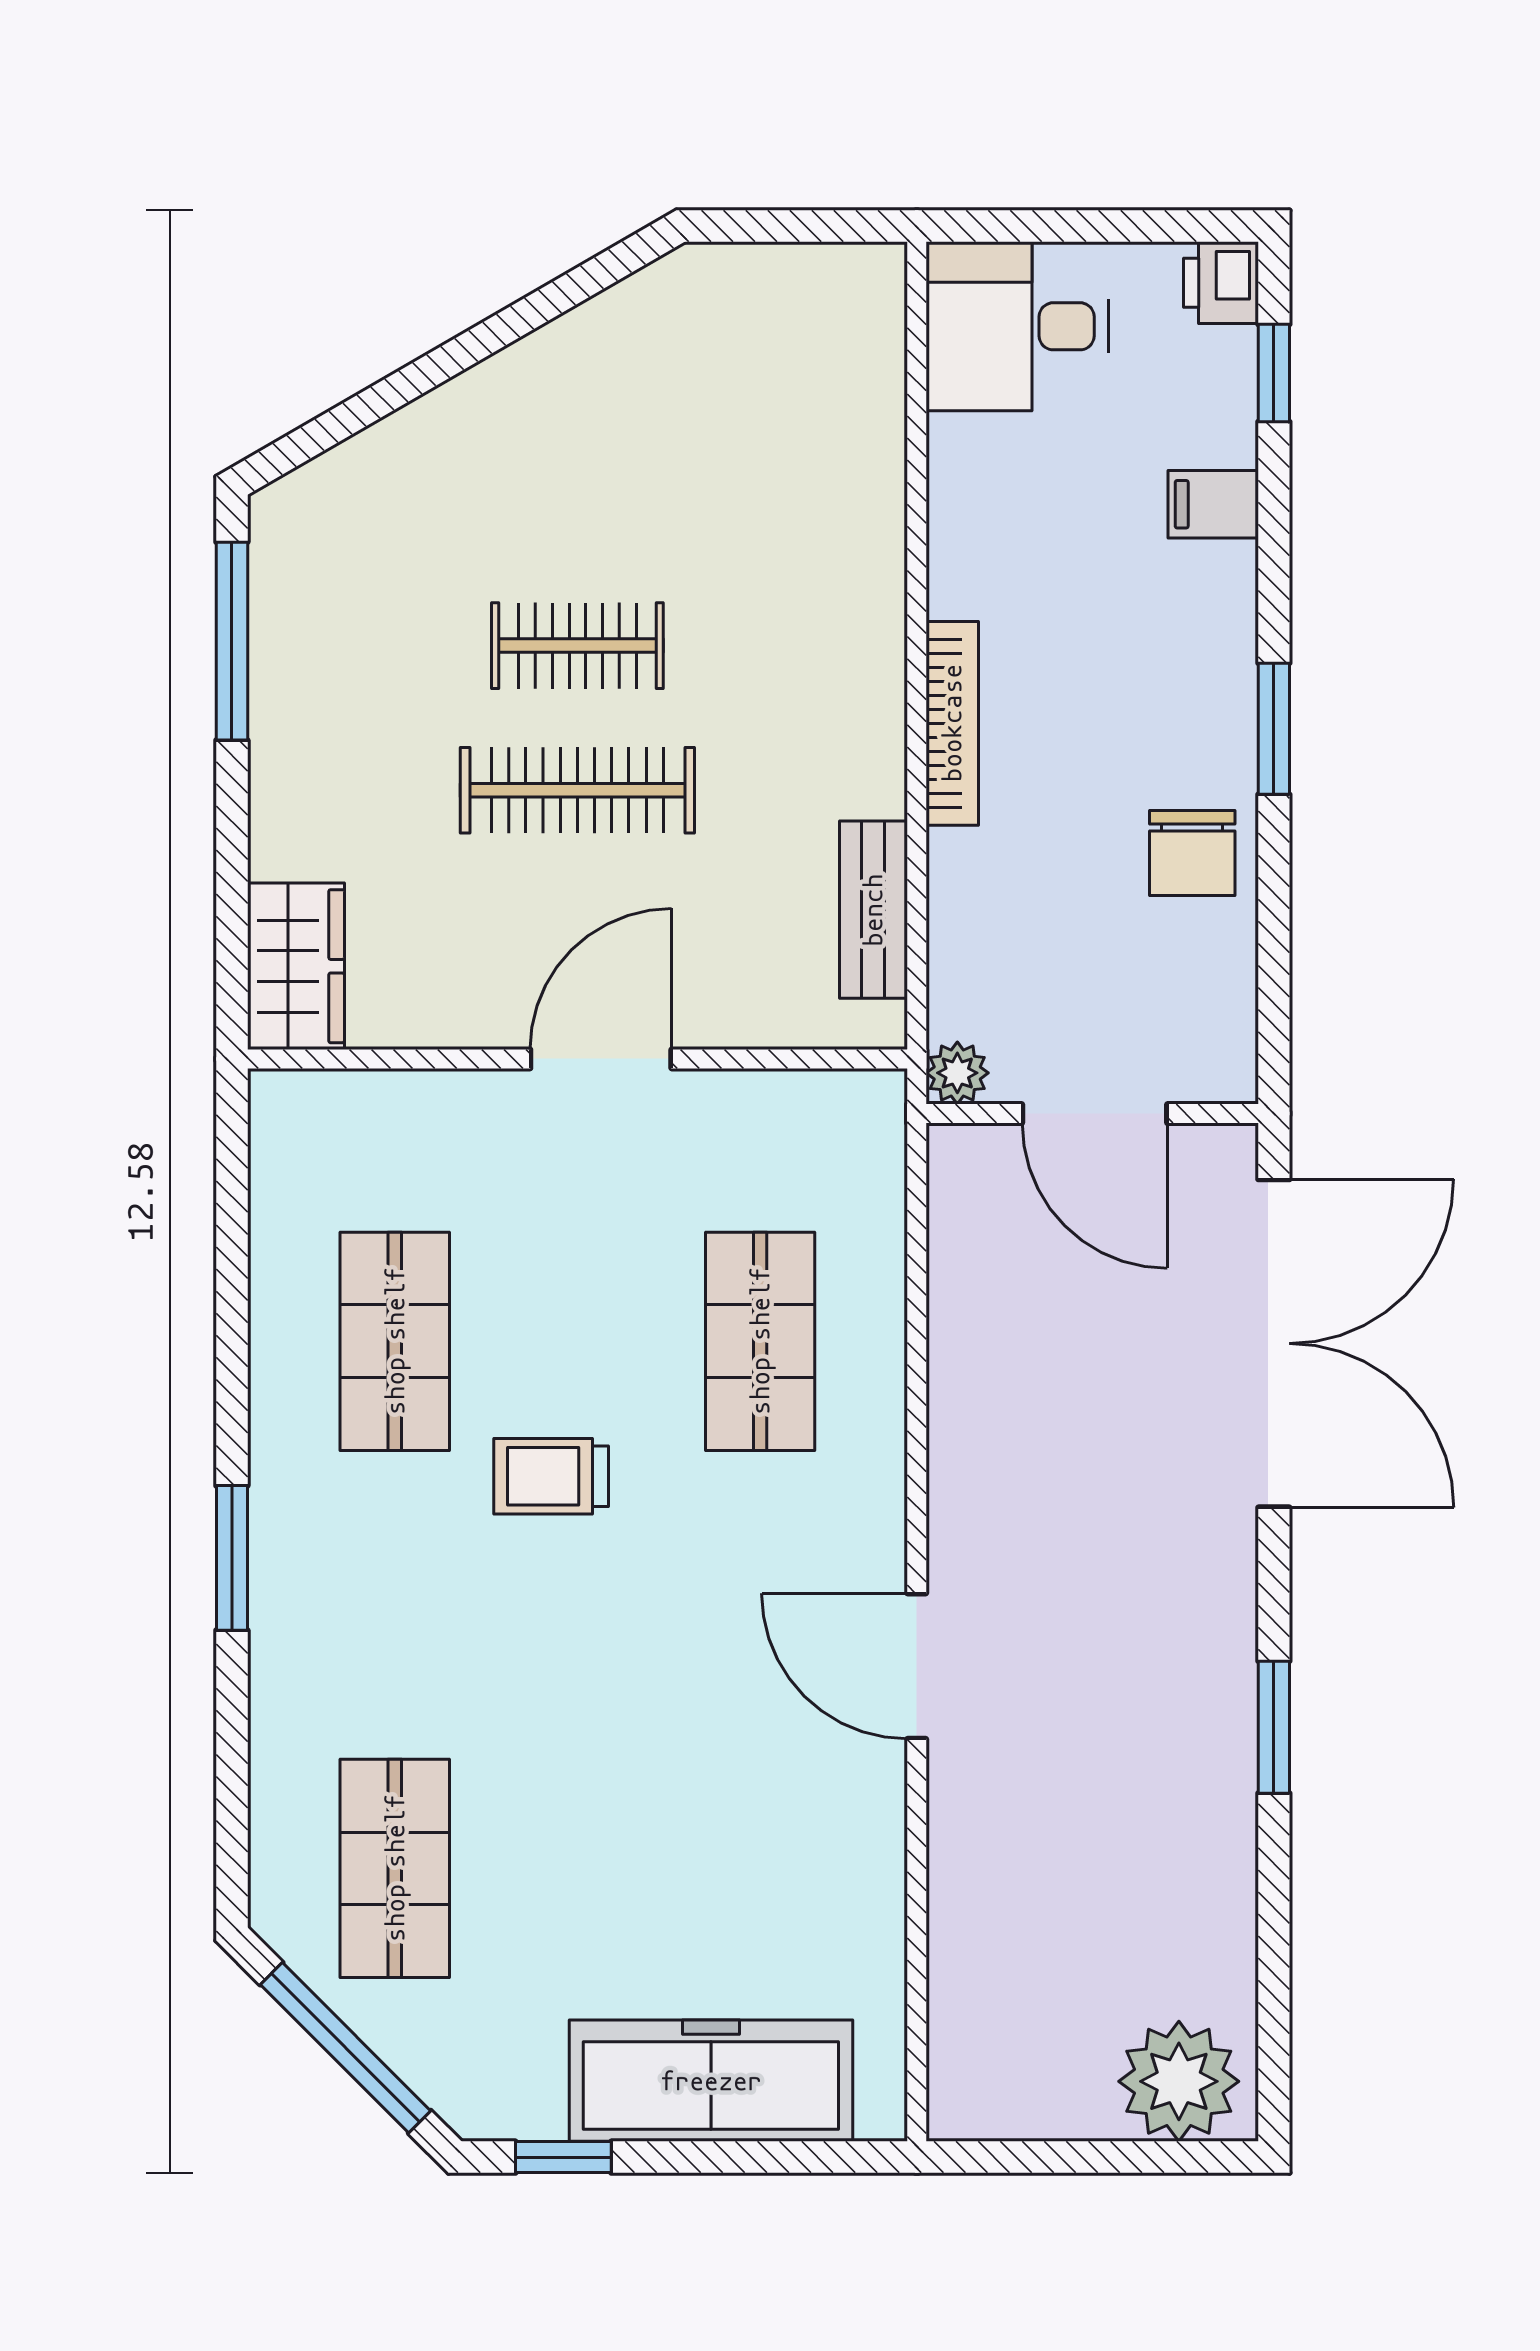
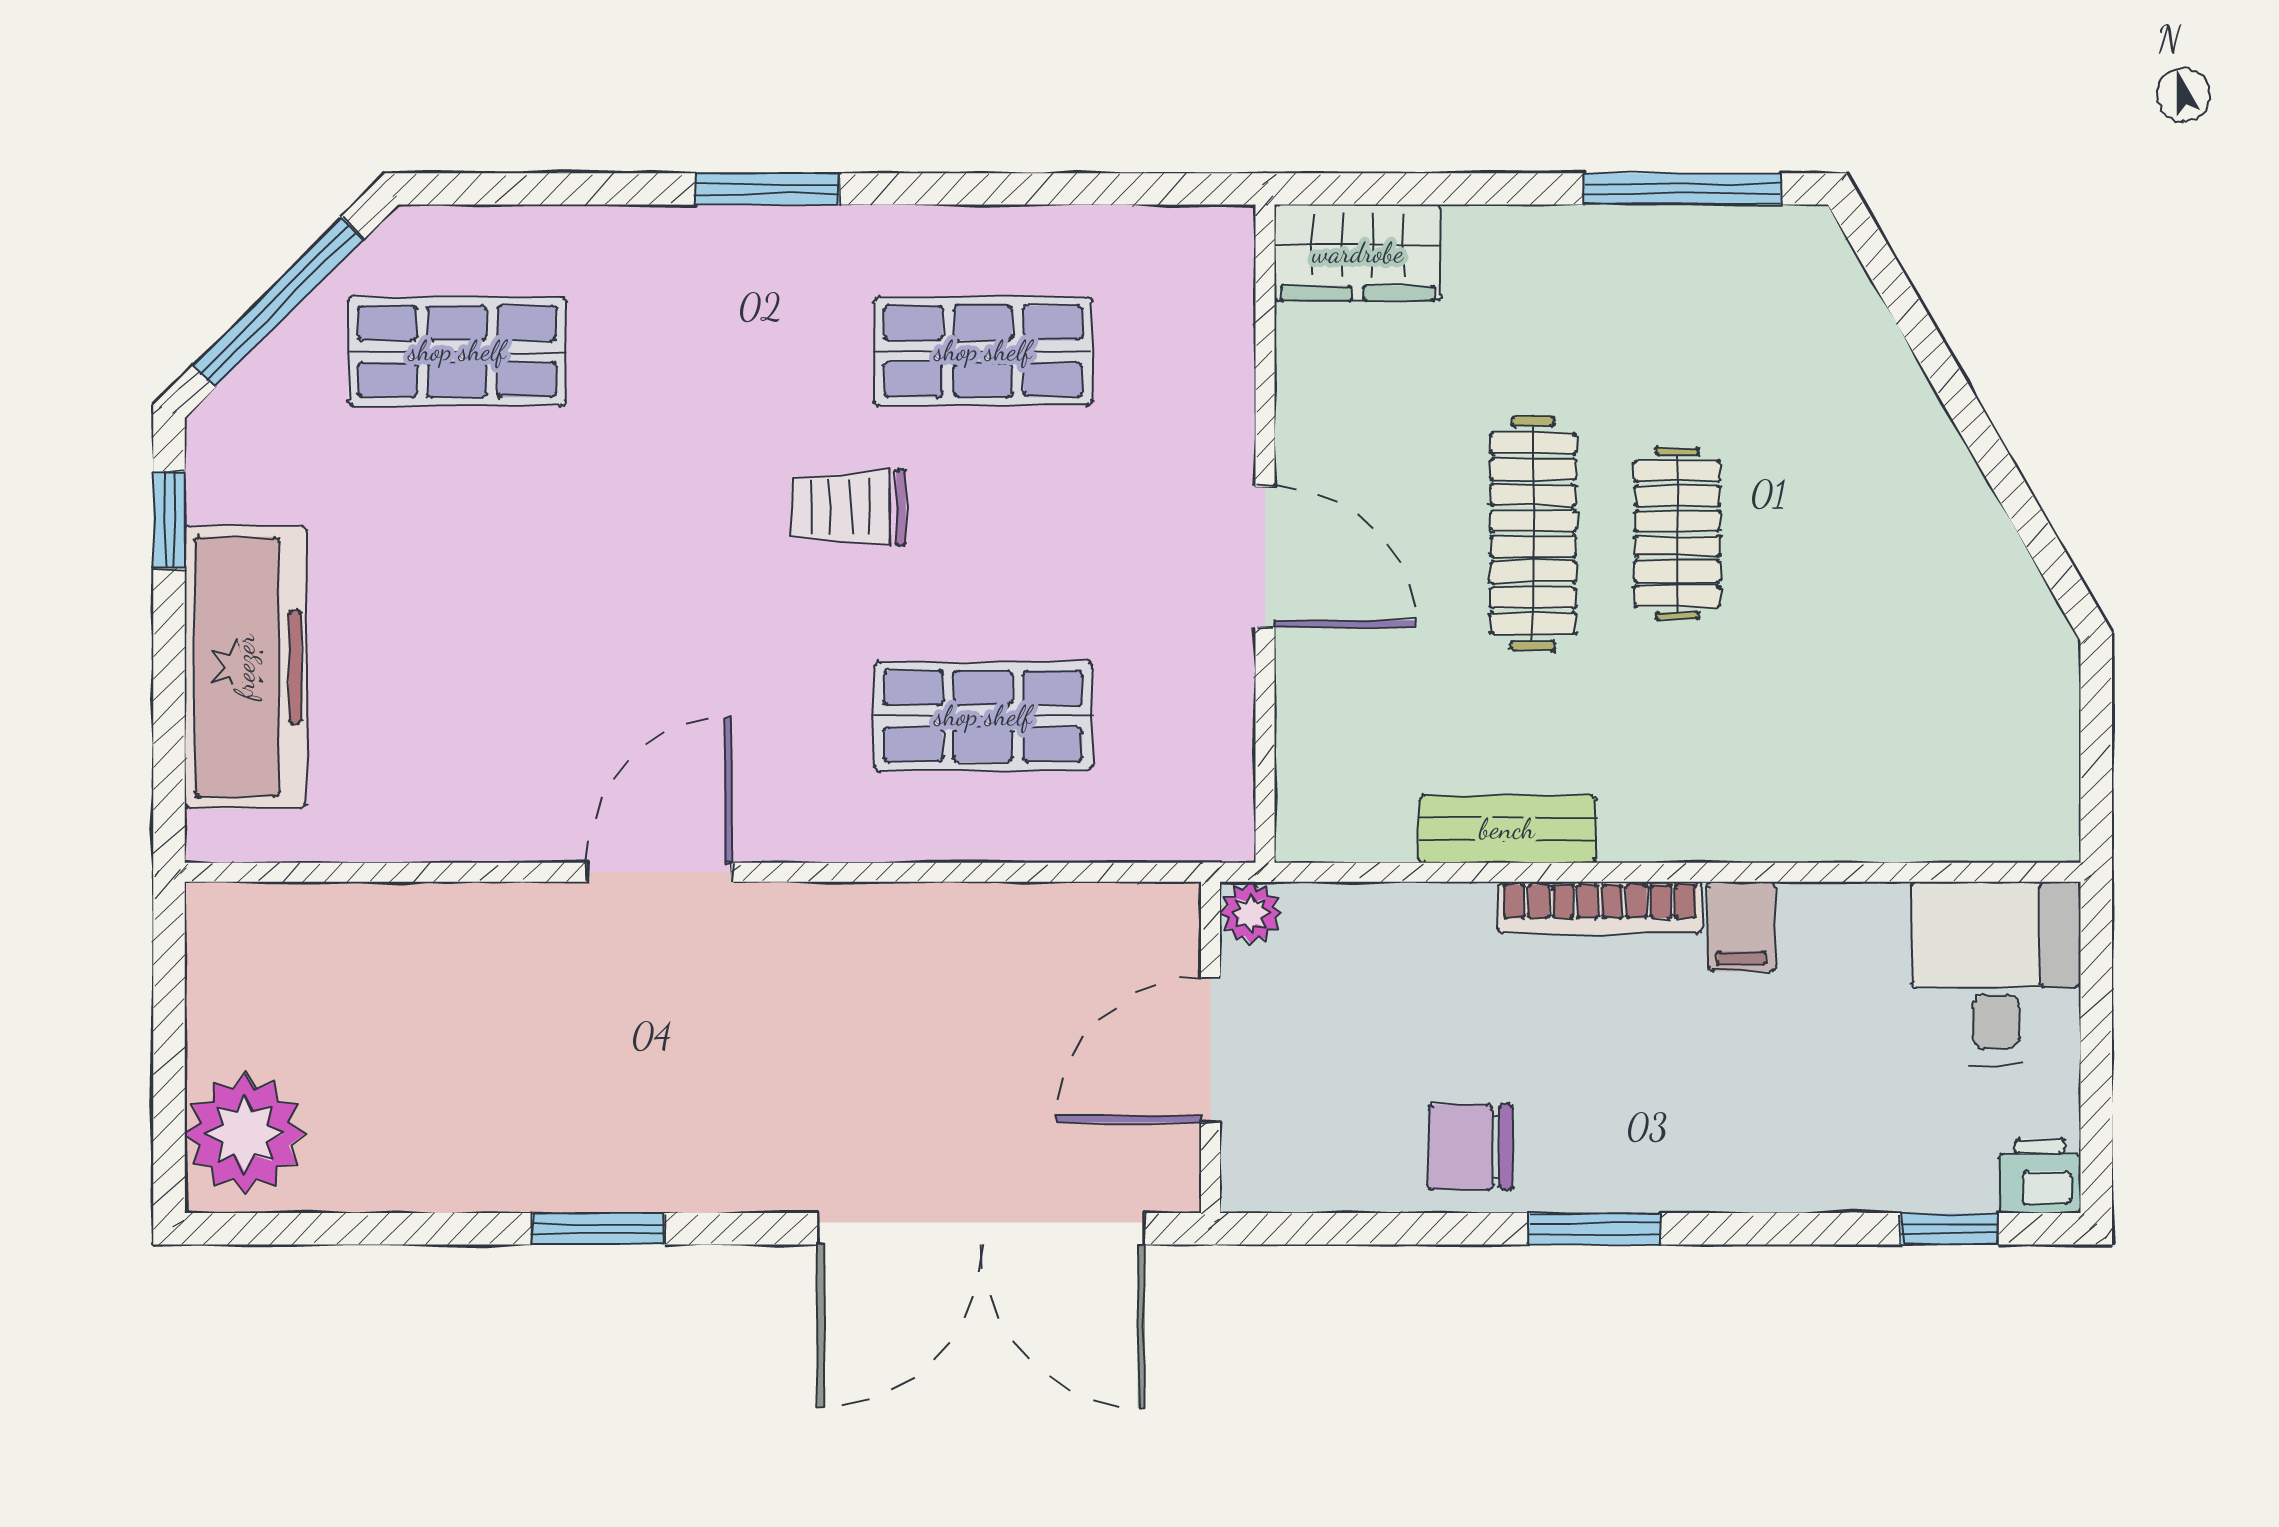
filing cabinet: (1213, 504) -> (1741, 927), moved, turned 180
bench: (873, 910) -> (1507, 829), moved
trolley: (551, 1476) -> (848, 507), turned -90

